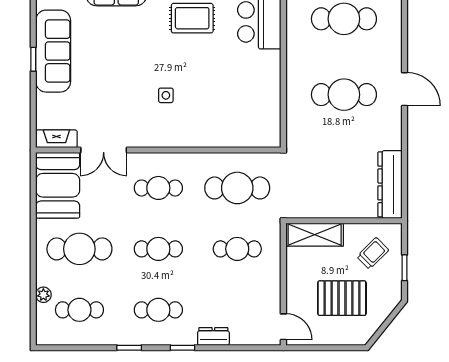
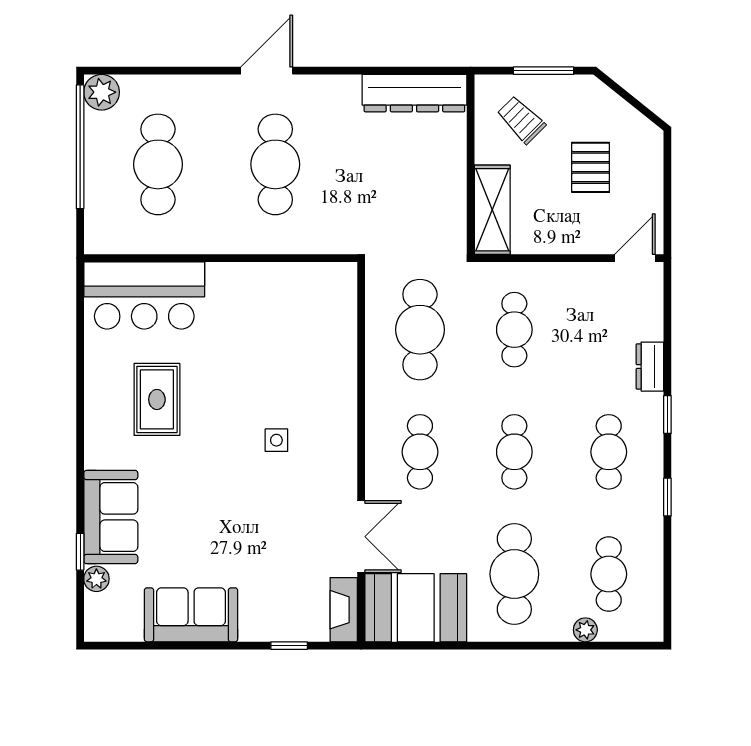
sofa: (53, 51) -> (191, 615), width x0.73
window: (33, 59) -> (289, 646), moved
window: (404, 268) -> (543, 71), width x1.50
pallet: (342, 298) -> (591, 167), width x0.67, depth x0.71

